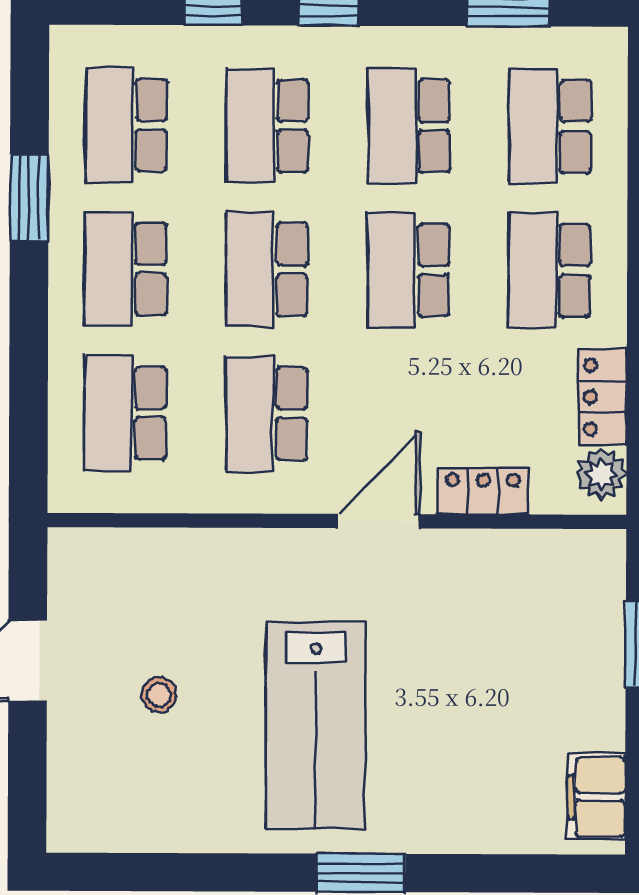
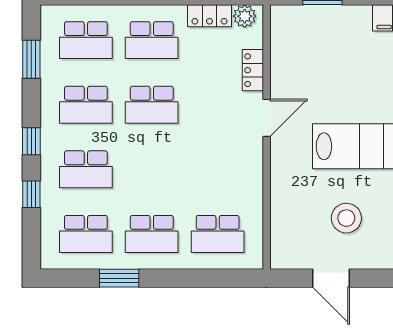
school desk: (267, 270) -> (152, 169), removed
school desk: (266, 414) -> (218, 169), removed
door: (379, 521) -> (267, 118), swing flipped
stool: (159, 695) -> (346, 218), width x1.89, depth x1.89

